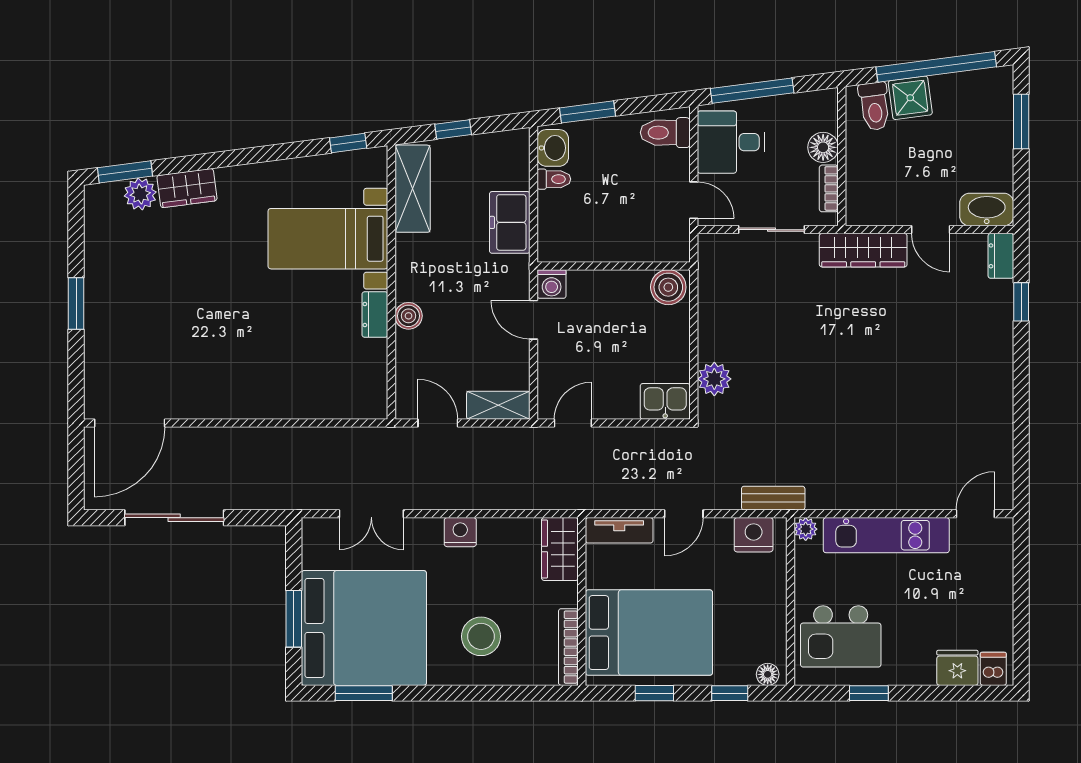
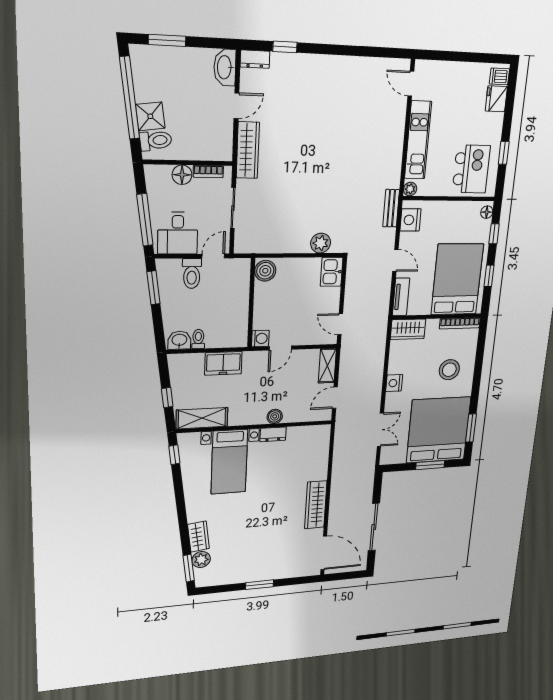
window: (588, 112) -> (153, 288), moved
toilet: (665, 133) -> (192, 273), moved
wardrobe: (231, 401) -> (316, 505), added

